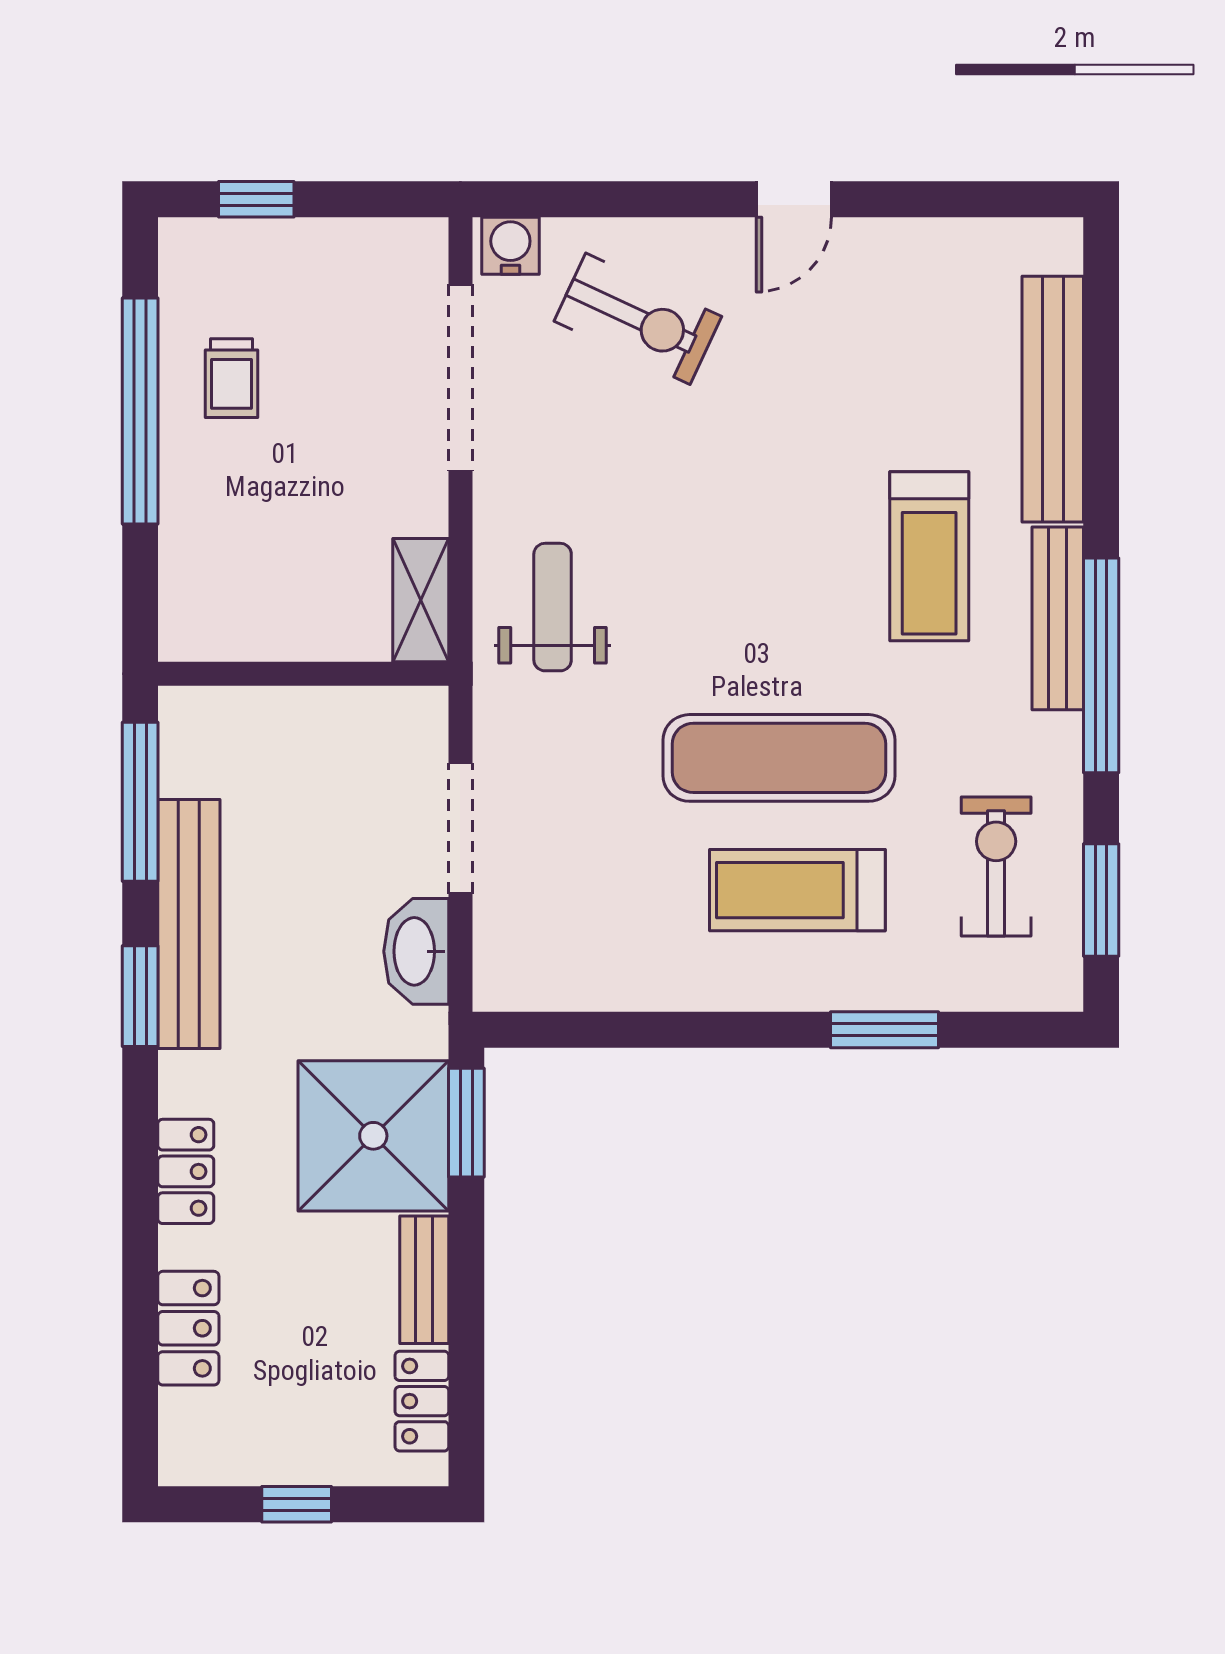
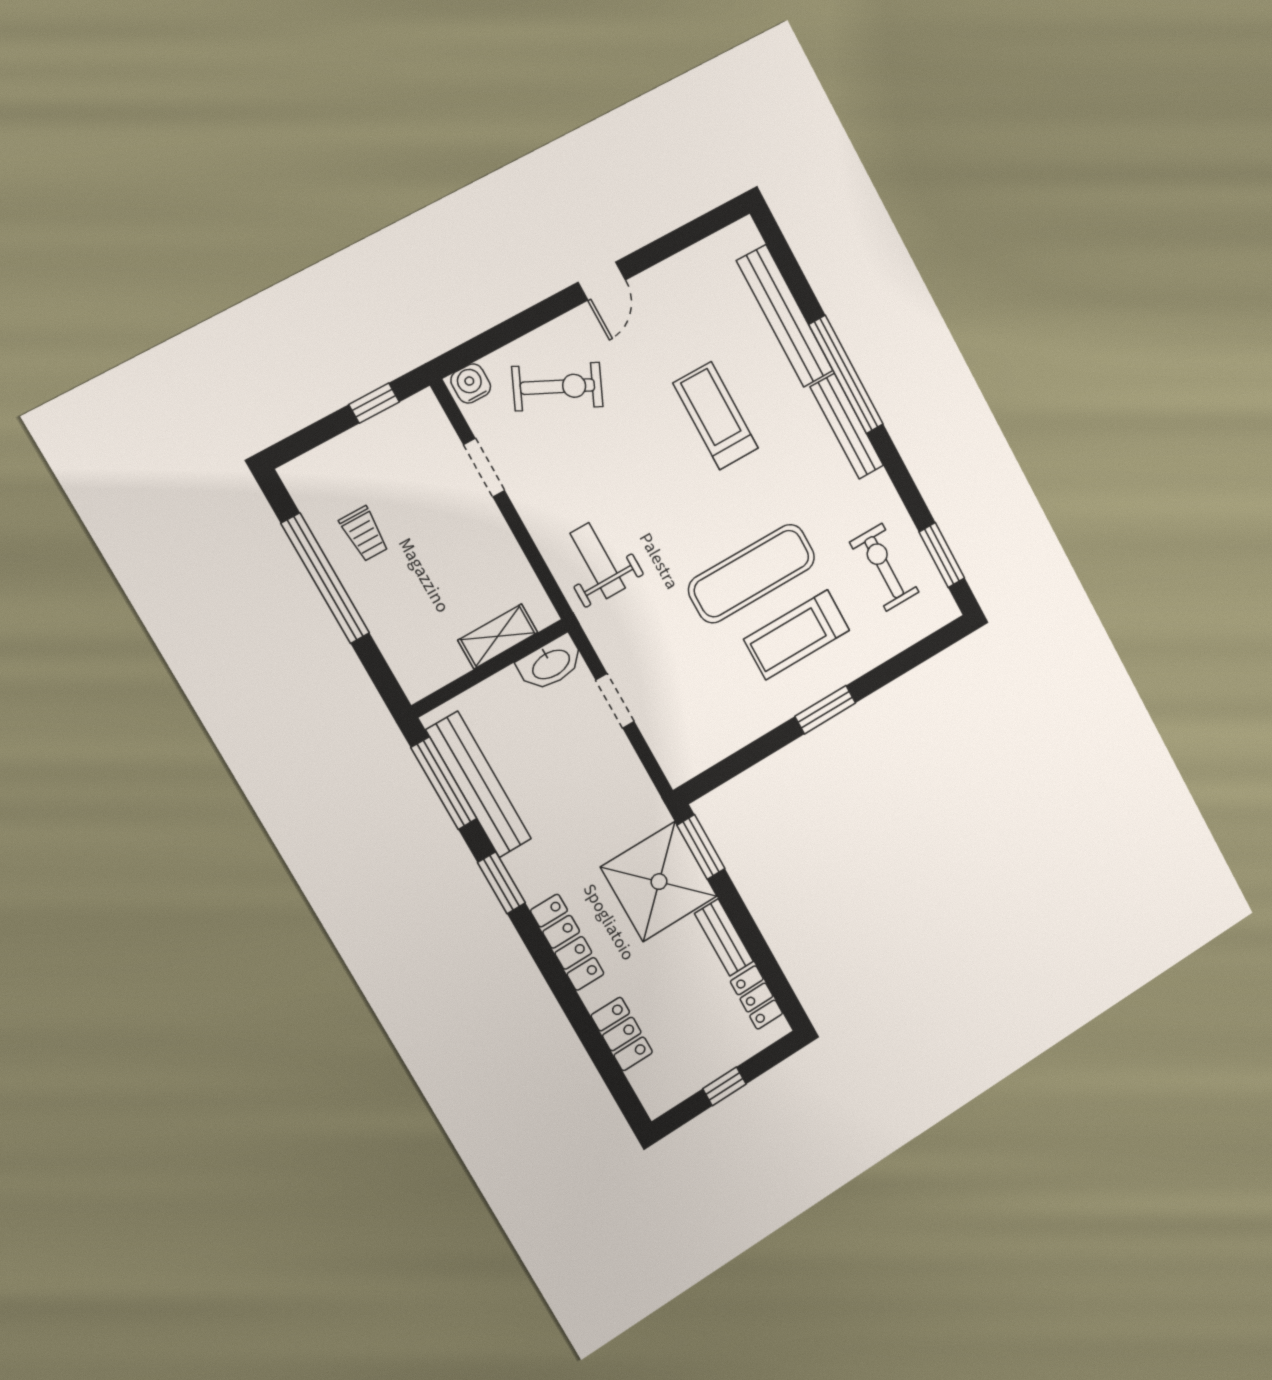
window: (256, 199) -> (374, 403), moved
doorway: (460, 378) -> (484, 468), width x0.53
treadmill: (929, 556) -> (716, 416), moved, turned 180
shelving: (421, 600) -> (498, 636), moved, turned 90
window: (1101, 665) -> (846, 375), moved
doorway: (460, 828) -> (615, 701), width x0.73
bench: (189, 924) -> (479, 785), moved
washbasin: (416, 951) -> (551, 663), moved, turned -90
window: (885, 1030) -> (825, 710), moved
locker: (186, 1171) -> (567, 942), width x1.53

